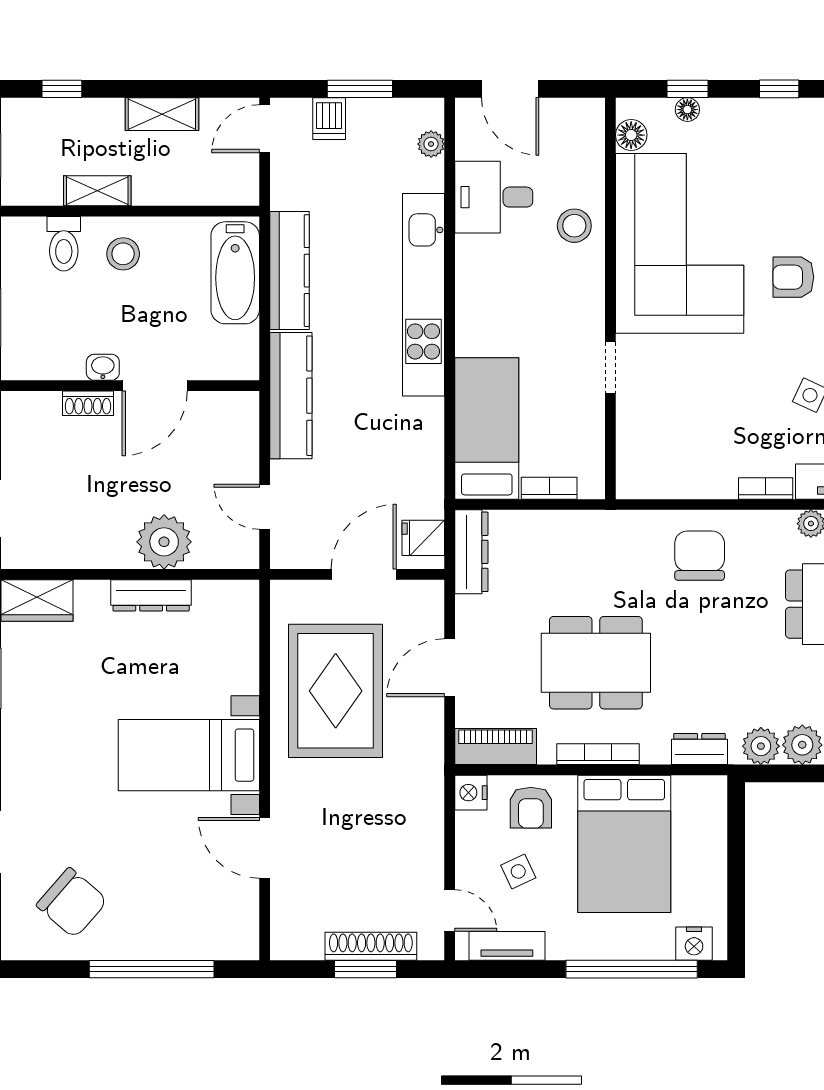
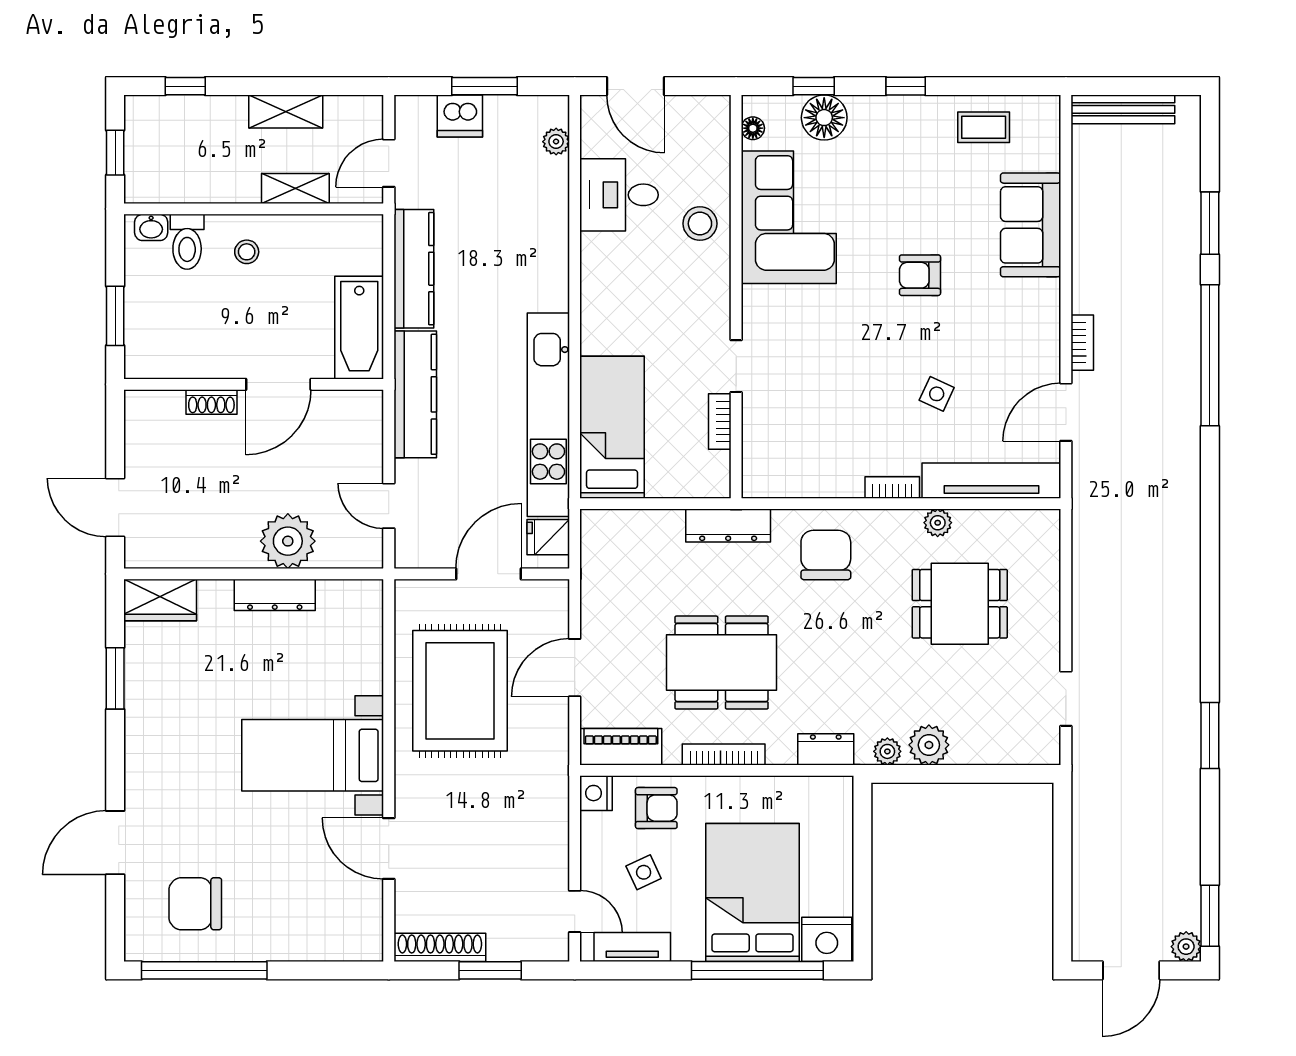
floor lamp: (687, 110) -> (824, 118), width x1.89, depth x1.89
dishwasher: (329, 119) -> (460, 116), width x1.38
door: (265, 129) -> (389, 163), moved
floor lamp: (631, 135) -> (753, 128), width x0.73, depth x0.73
shelving: (97, 191) -> (295, 188), moved
corner sofa: (680, 243) -> (789, 217), width x0.73, depth x0.74
stool: (123, 254) -> (247, 252), width x0.73, depth x0.73
bathtub: (235, 273) -> (359, 328), moved
kitchen unit: (423, 295) -> (548, 415), moved
washbasin: (103, 367) -> (151, 227), moved, turned 180
bookcase: (549, 488) -> (720, 421), moved, turned -90
dresser: (471, 552) -> (728, 525), moved, turned 90
plant: (761, 746) -> (887, 751), width x0.73, depth x0.73
armchair: (531, 808) -> (656, 808), turned -90
bed: (624, 844) -> (753, 892), moved, turned 180
chair: (72, 903) -> (195, 904), turned 139
nightstand: (694, 944) -> (827, 939), width x1.36, depth x1.33
shoe rack: (371, 946) -> (440, 947), moved
window: (152, 969) -> (204, 970), moved

